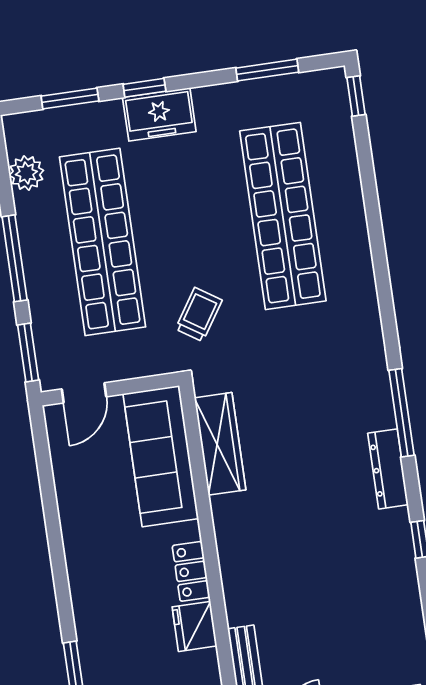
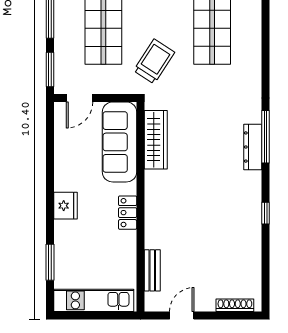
trolley: (199, 315) -> (154, 61), width x1.36, depth x1.39
dresser: (388, 469) -> (253, 147), moved
fridge: (194, 626) -> (65, 206), moved, turned 180

